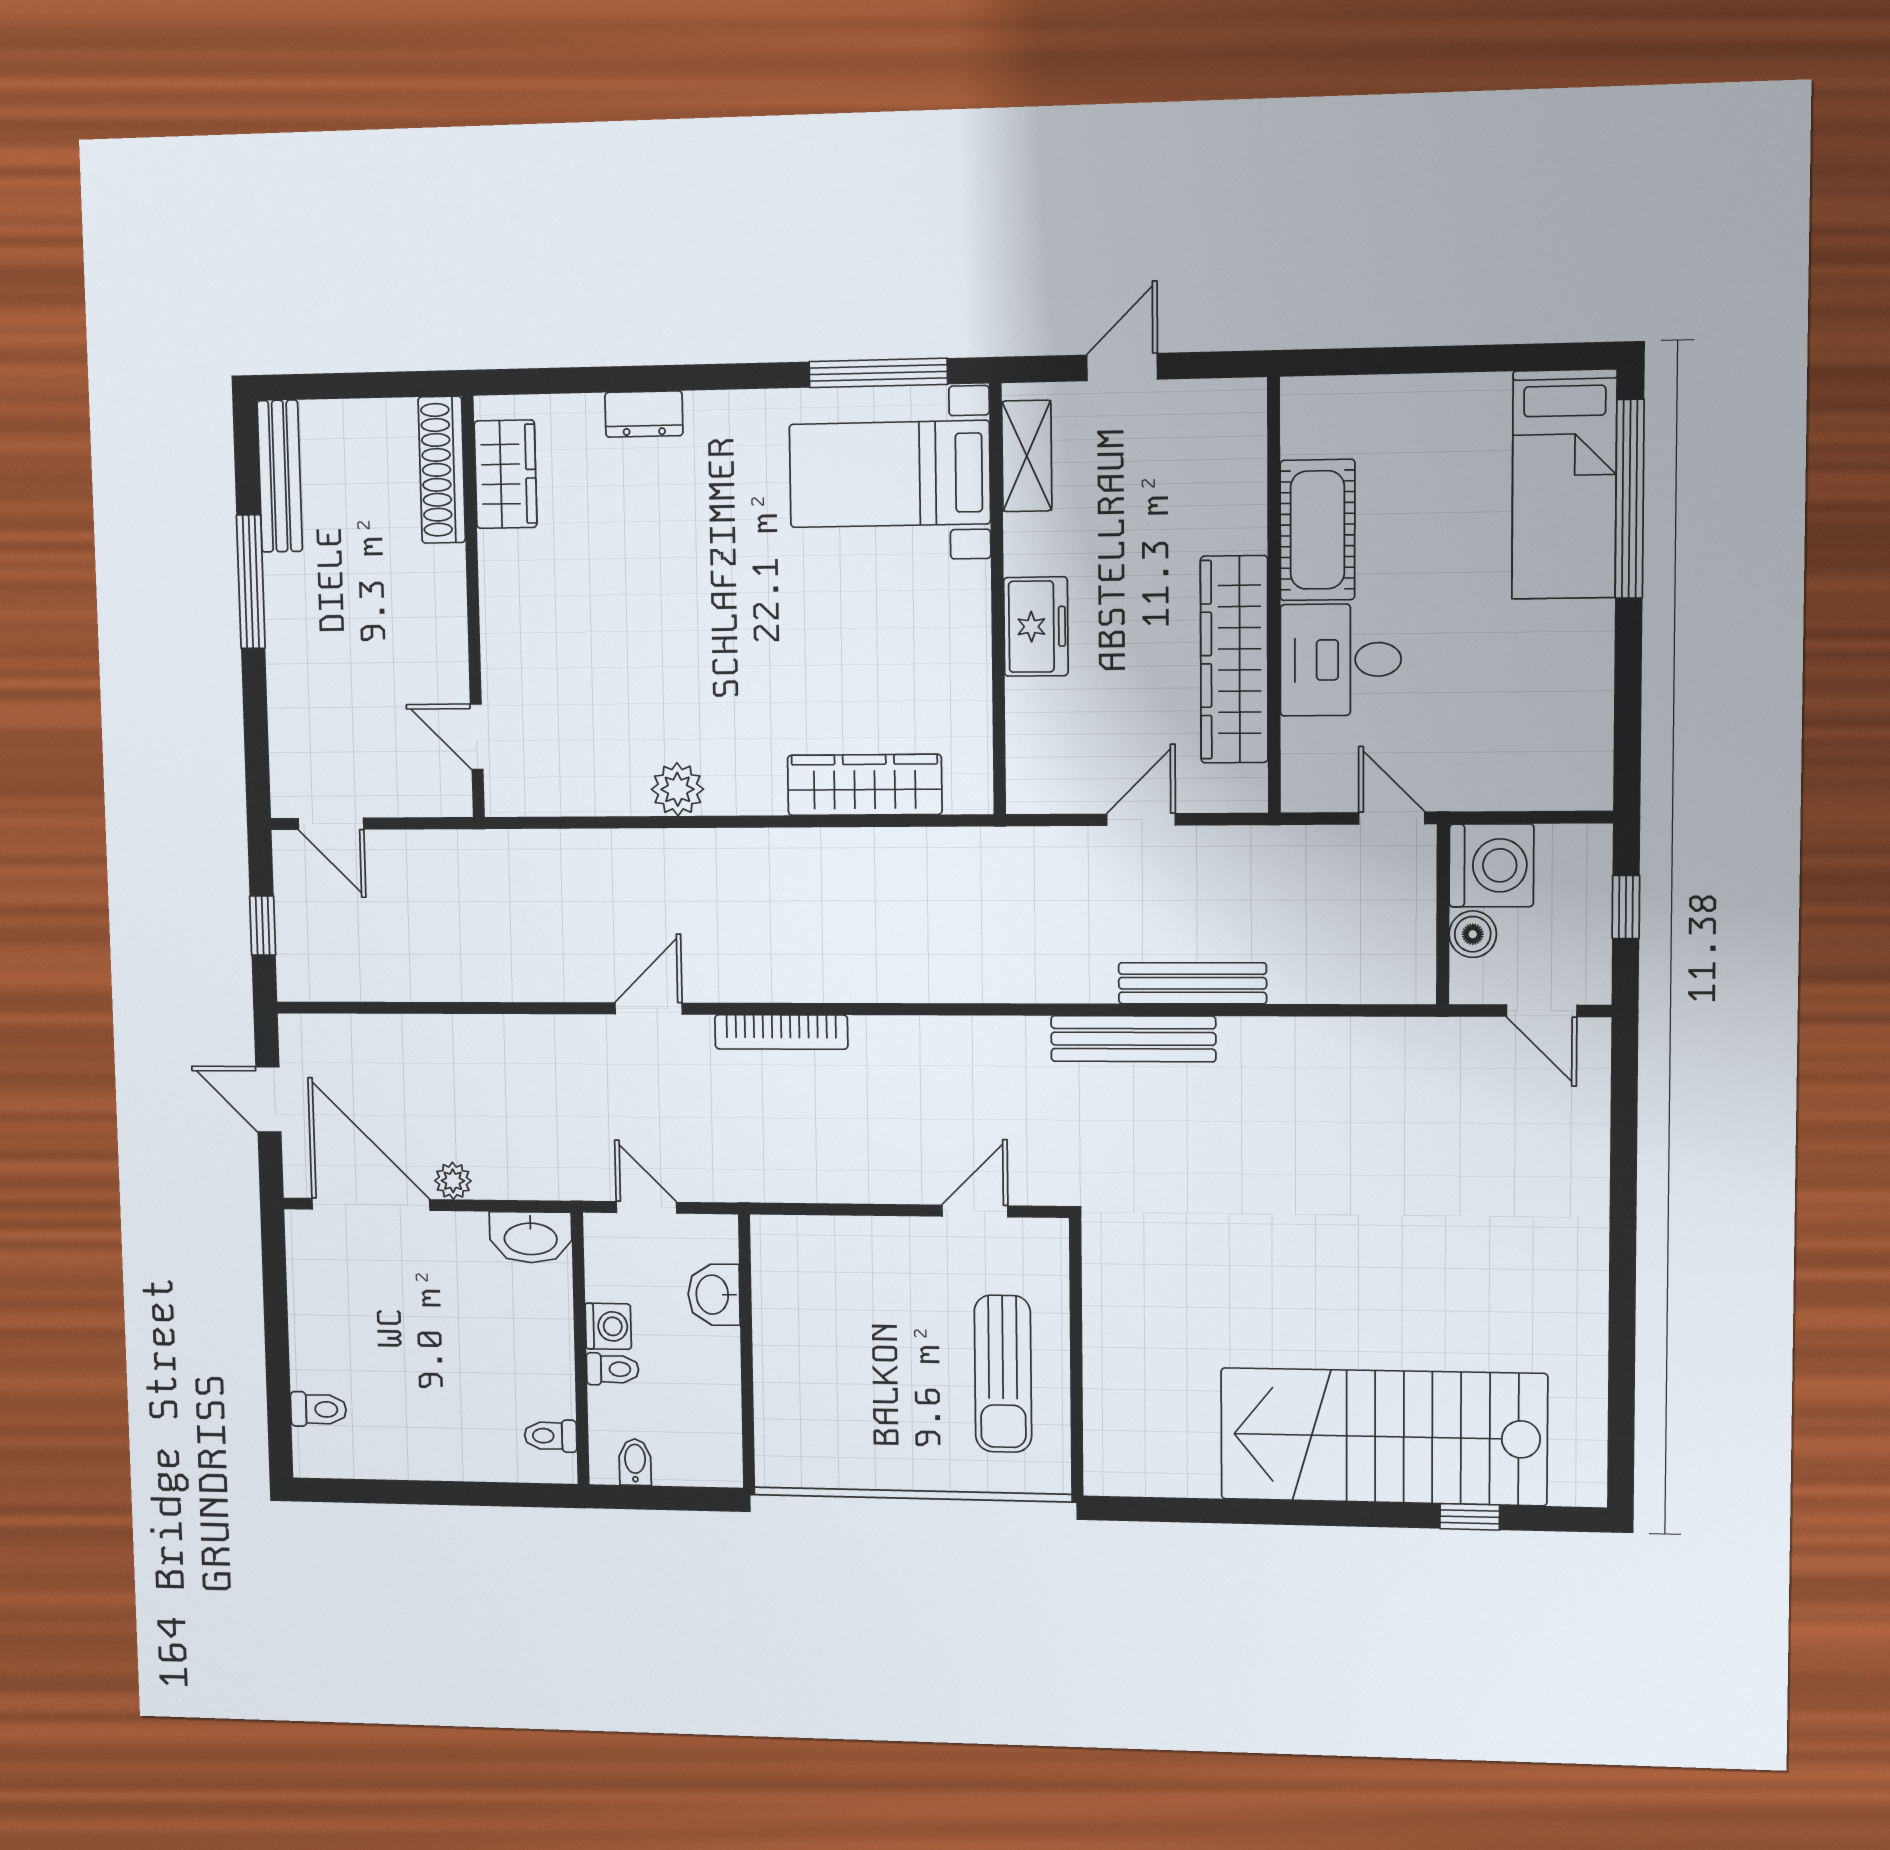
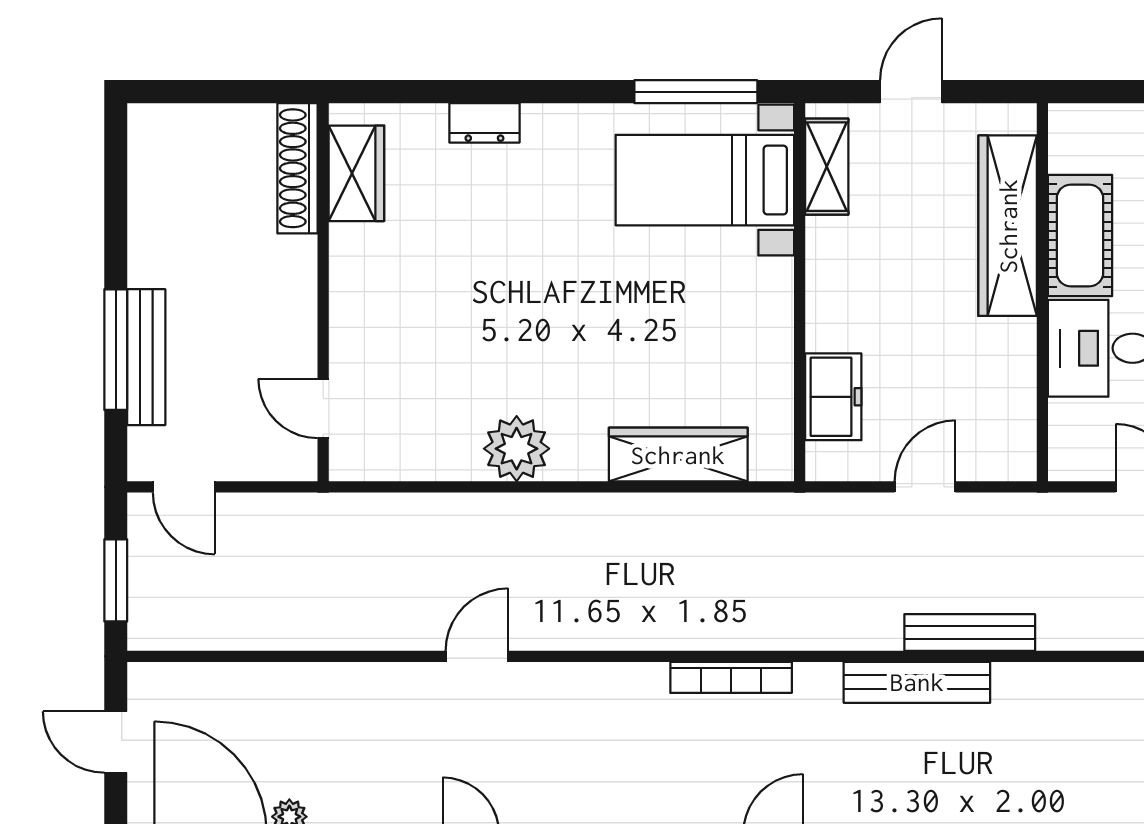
bench: (280, 476) -> (146, 357), moved
window: (251, 582) -> (116, 350), moved
freezer: (1036, 627) -> (833, 397), moved
wardrobe: (1234, 659) -> (1008, 226), moved
plant: (677, 789) -> (517, 449), width x1.36, depth x1.36
window: (263, 926) -> (116, 580), width x1.50
bookcase: (781, 1032) -> (731, 677), moved

